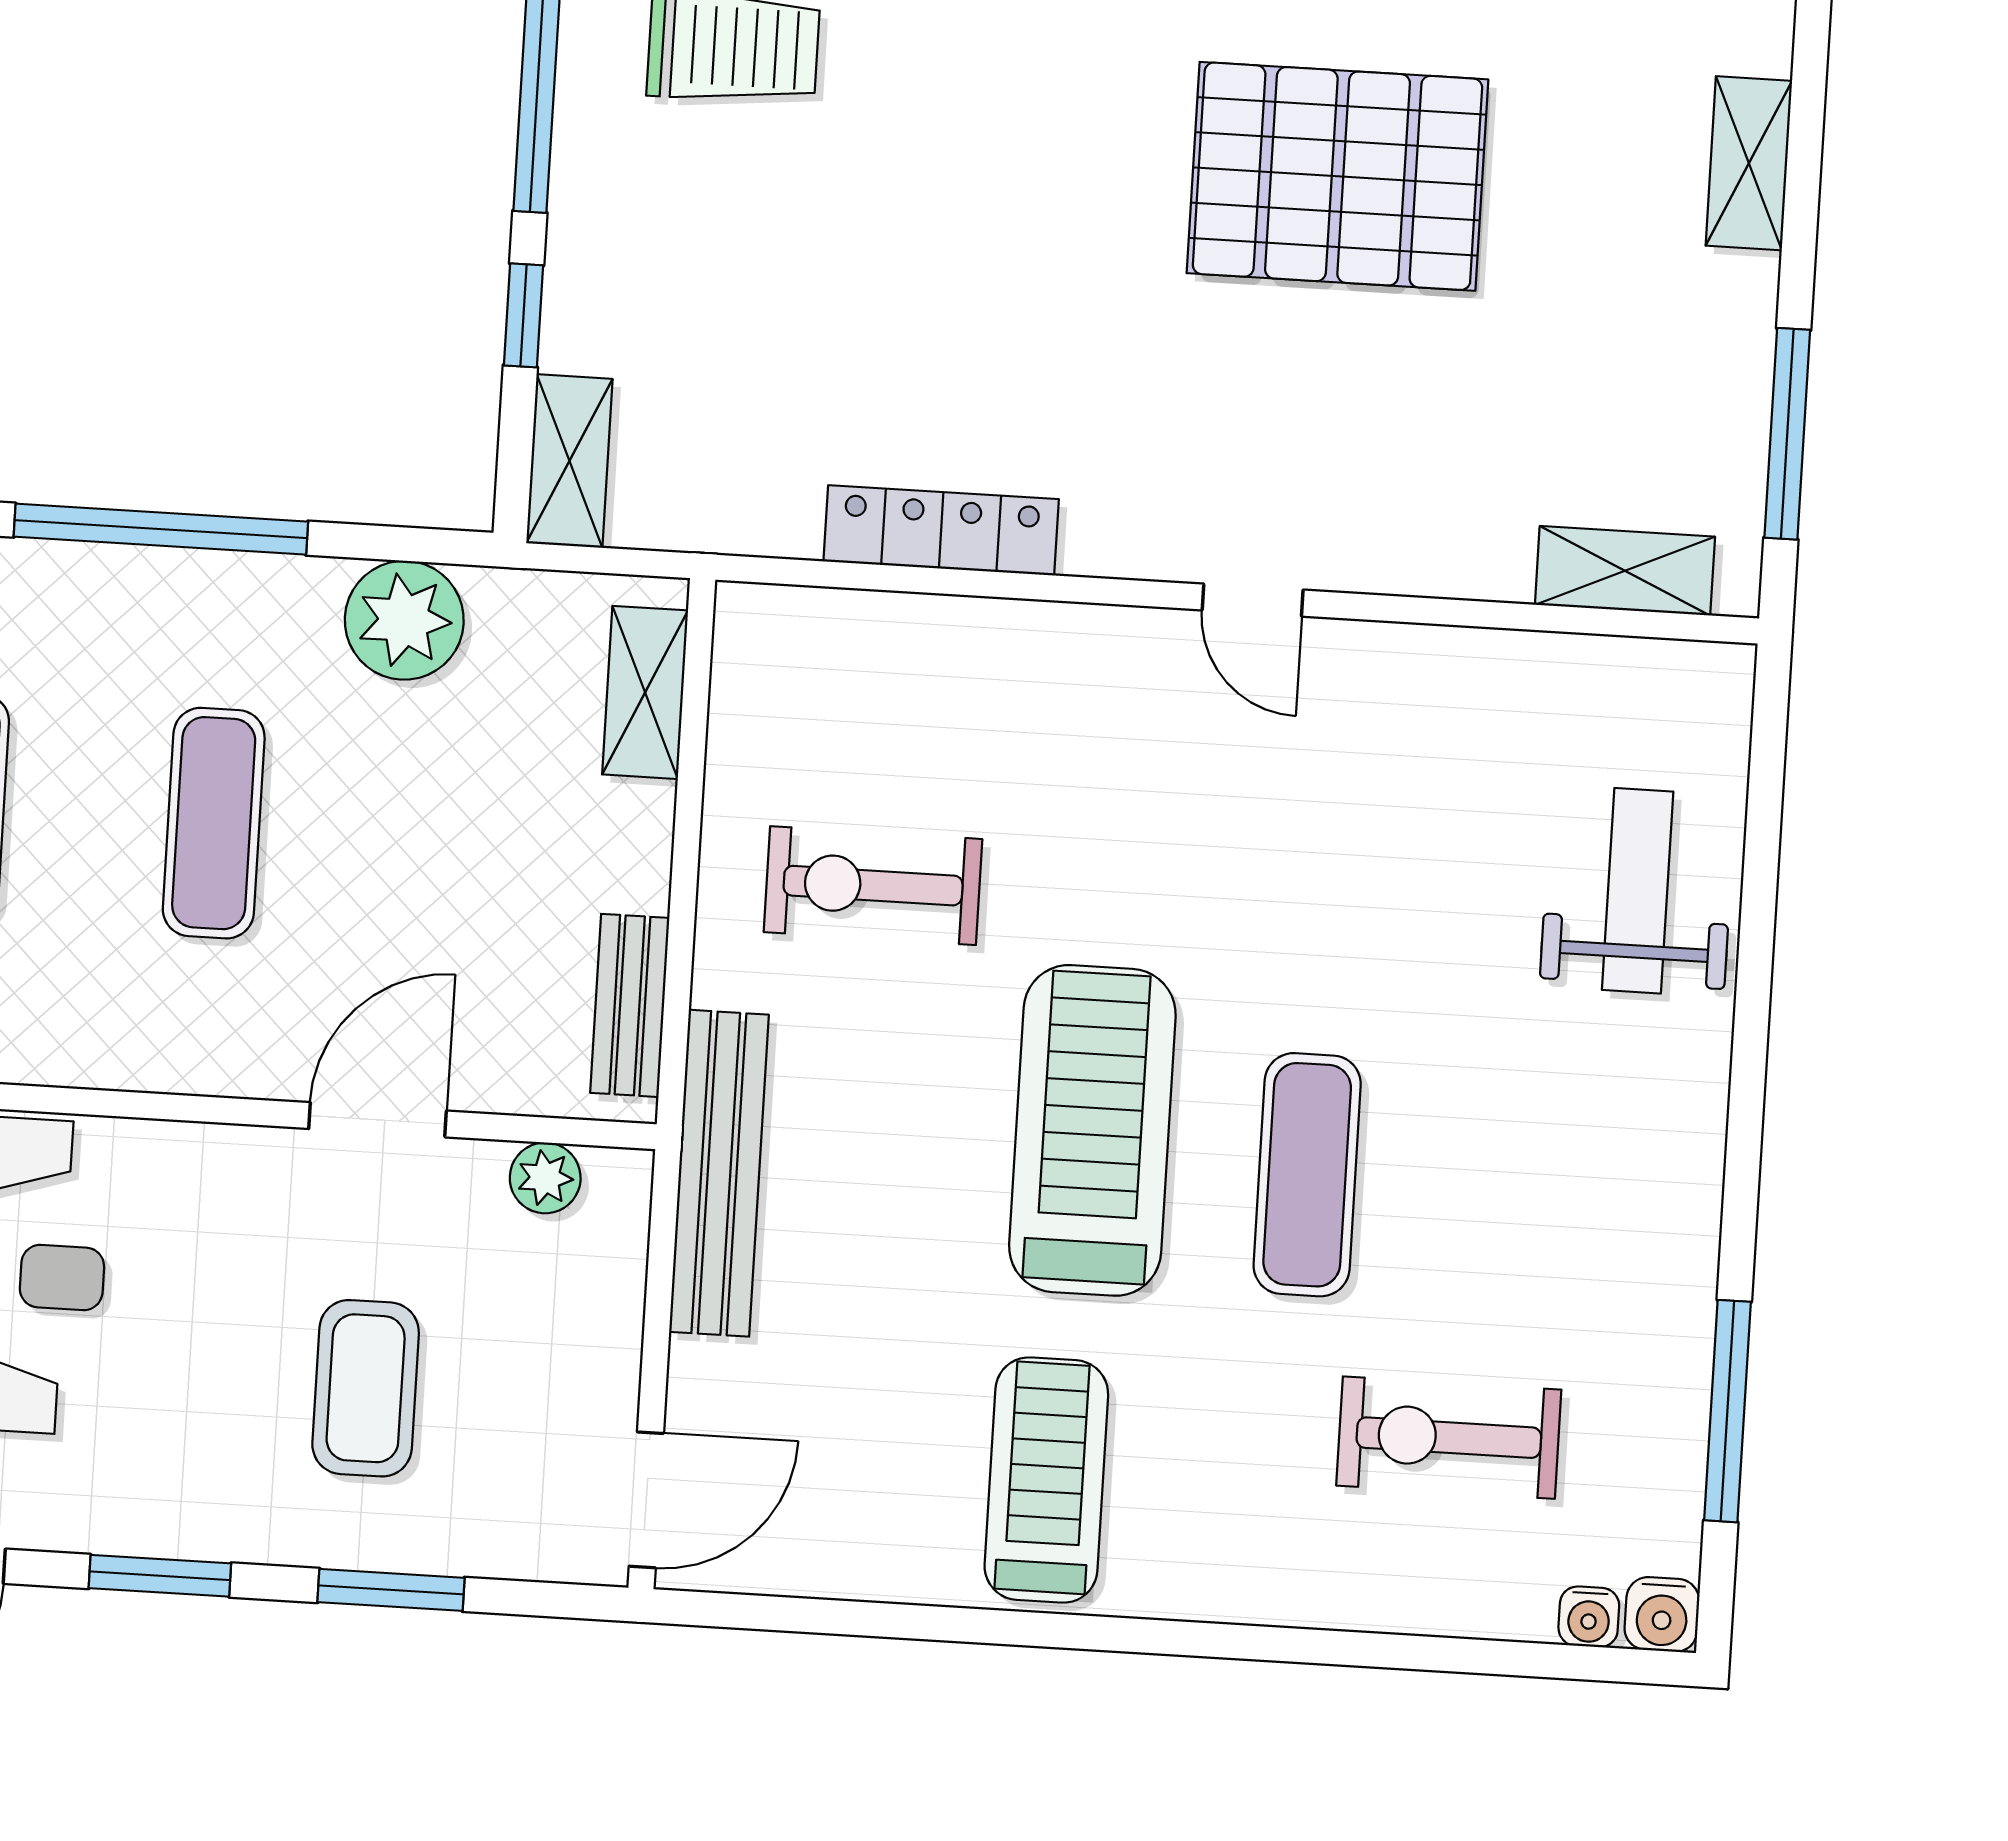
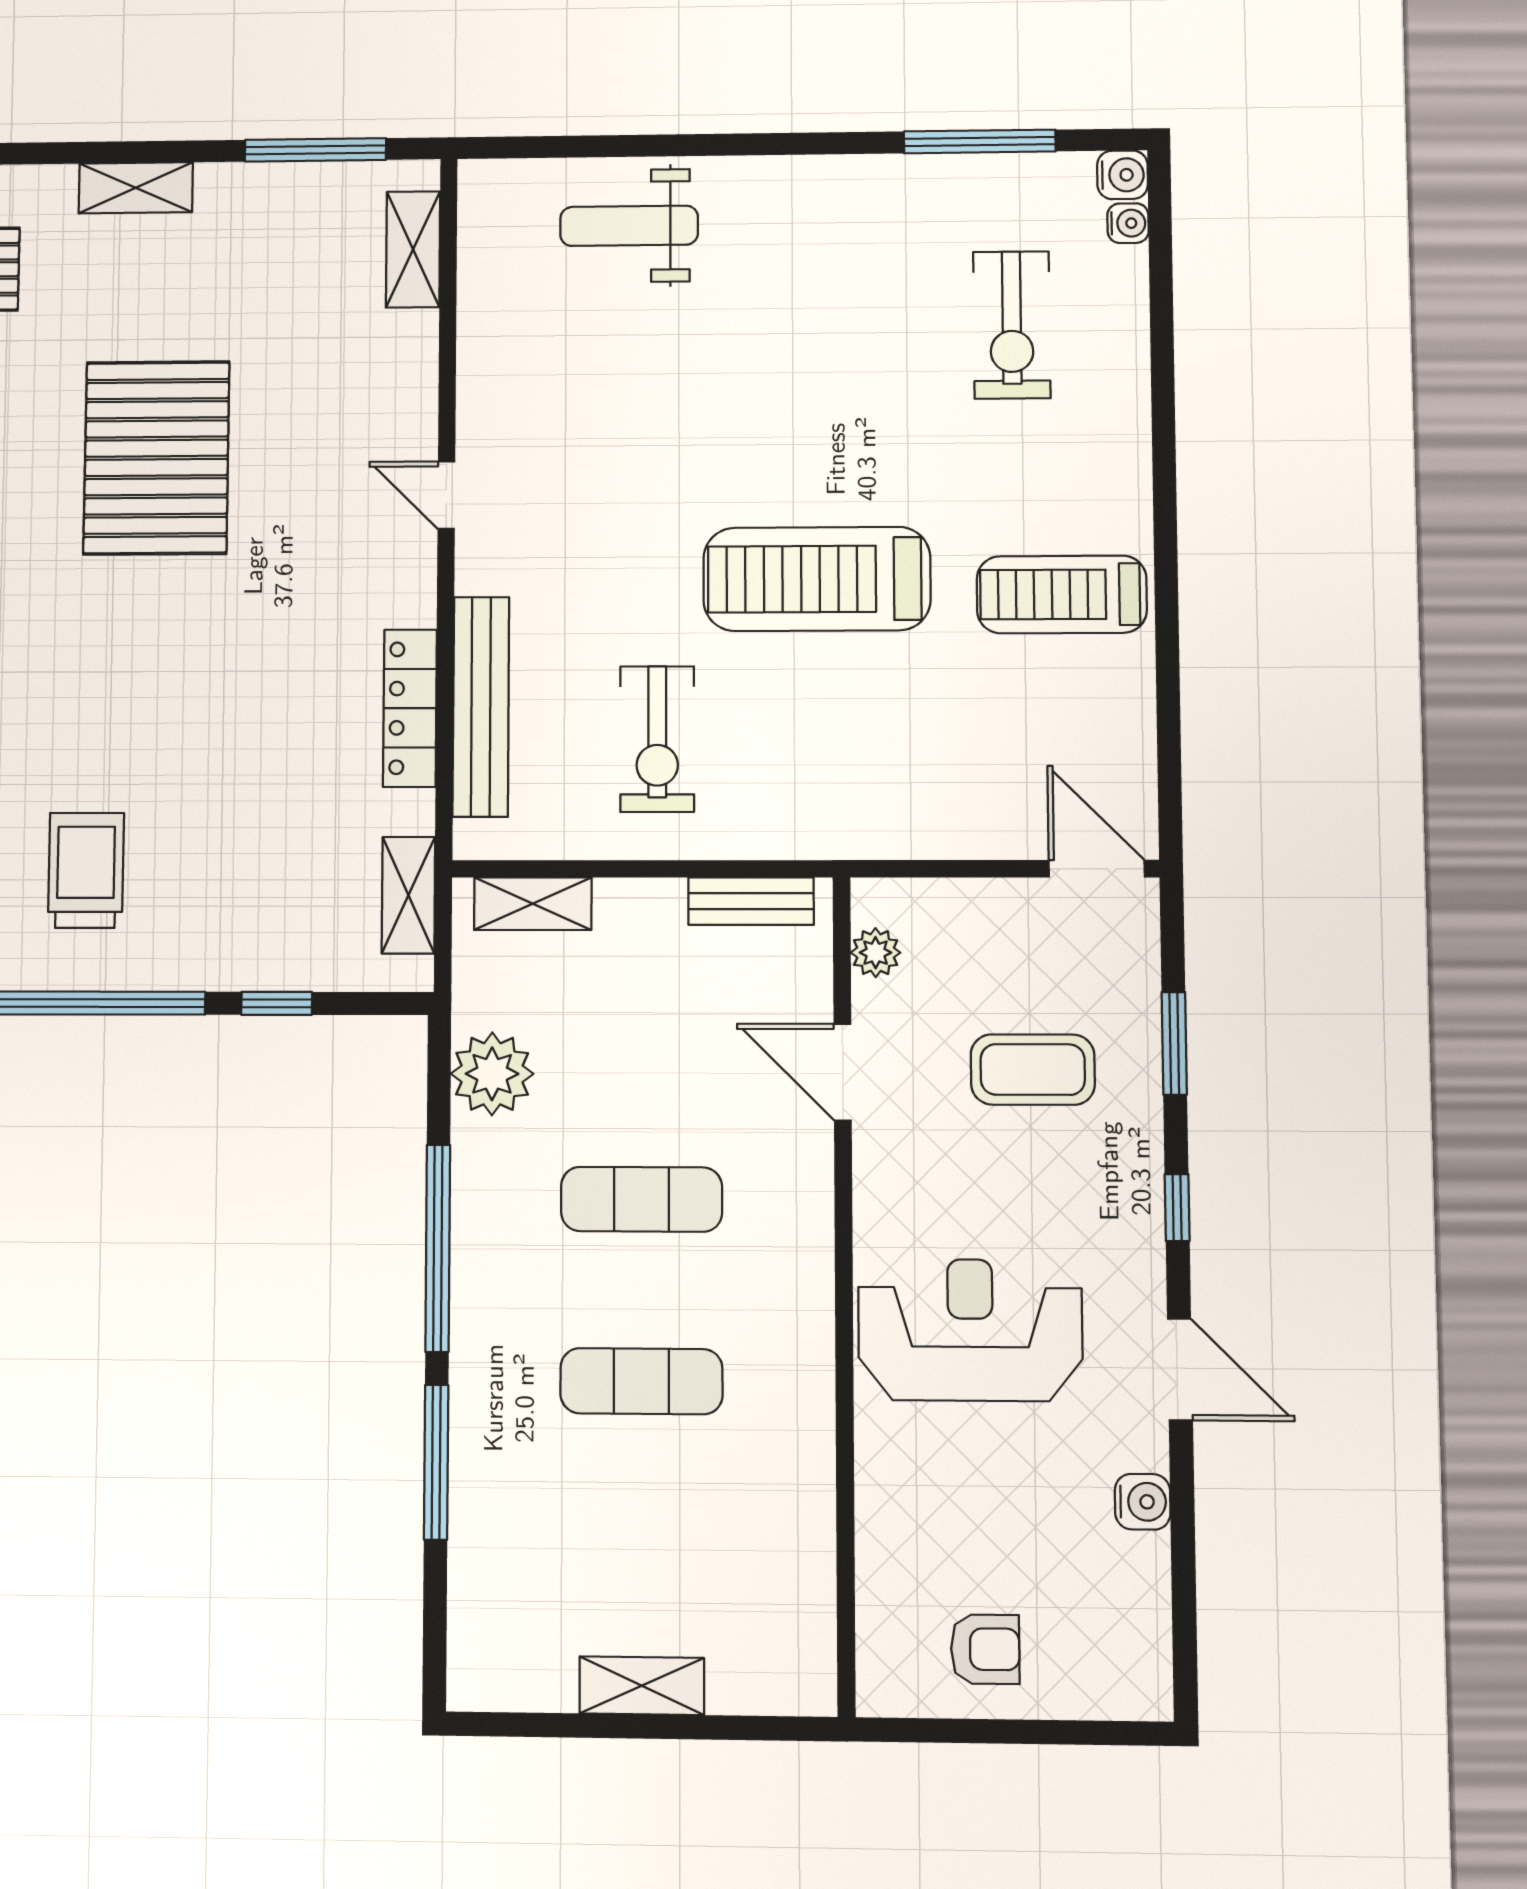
shelving: (569, 461) -> (408, 895), moved, turned 90
door: (1253, 600) -> (446, 495), swing flipped
bench: (719, 1173) -> (481, 707), moved, turned 90
exercise mat: (1307, 1175) -> (837, 432), removed
window: (160, 1576) -> (1177, 1208), width x0.67

